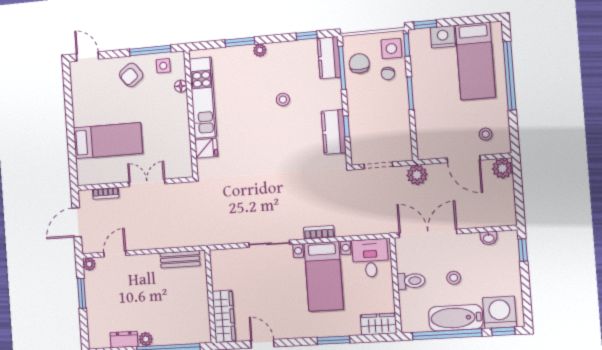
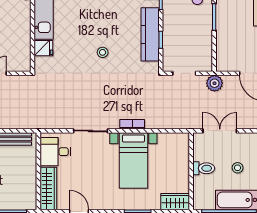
stool: (283, 100) -> (103, 52), moved
kitchen counter: (334, 132) -> (150, 34), width x1.50
double door: (428, 233) -> (220, 131), width x0.73
desk: (370, 258) -> (55, 152), moved, turned -90

